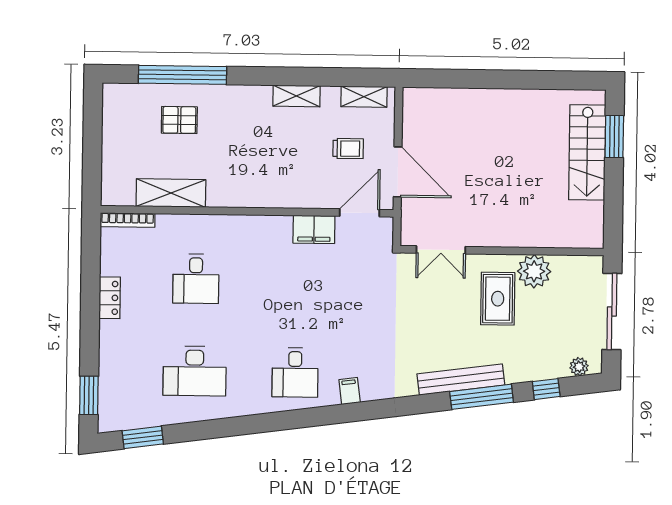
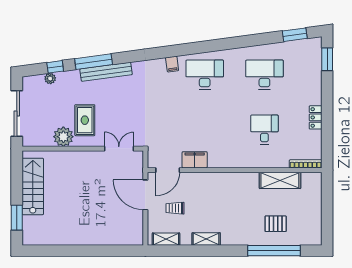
stairs: (587, 152) -> (33, 186), moved
plant: (579, 367) -> (50, 78), moved
desk: (295, 372) -> (205, 75), width x1.37

